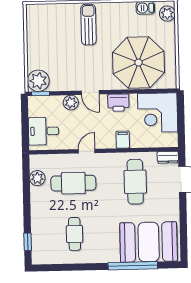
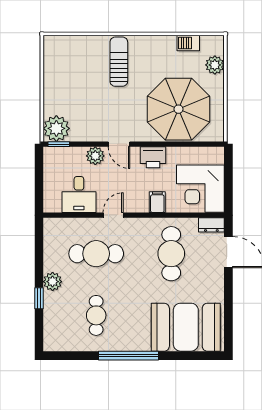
plant: (167, 14) -> (215, 65), moved
corner desk: (158, 113) -> (200, 189), moved
desk: (44, 131) -> (79, 195), moved, turned -90
plant: (37, 178) -> (53, 282), moved
window: (28, 242) -> (39, 298), moved
window: (133, 266) -> (129, 356), moved

